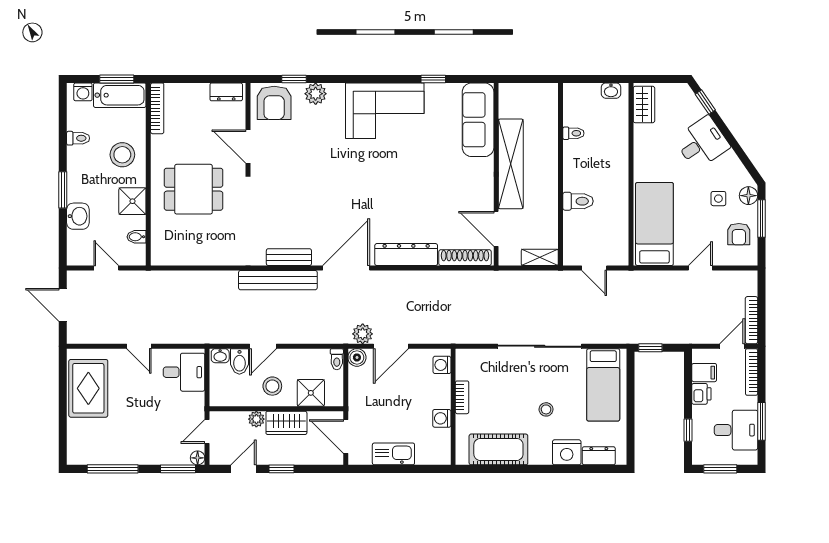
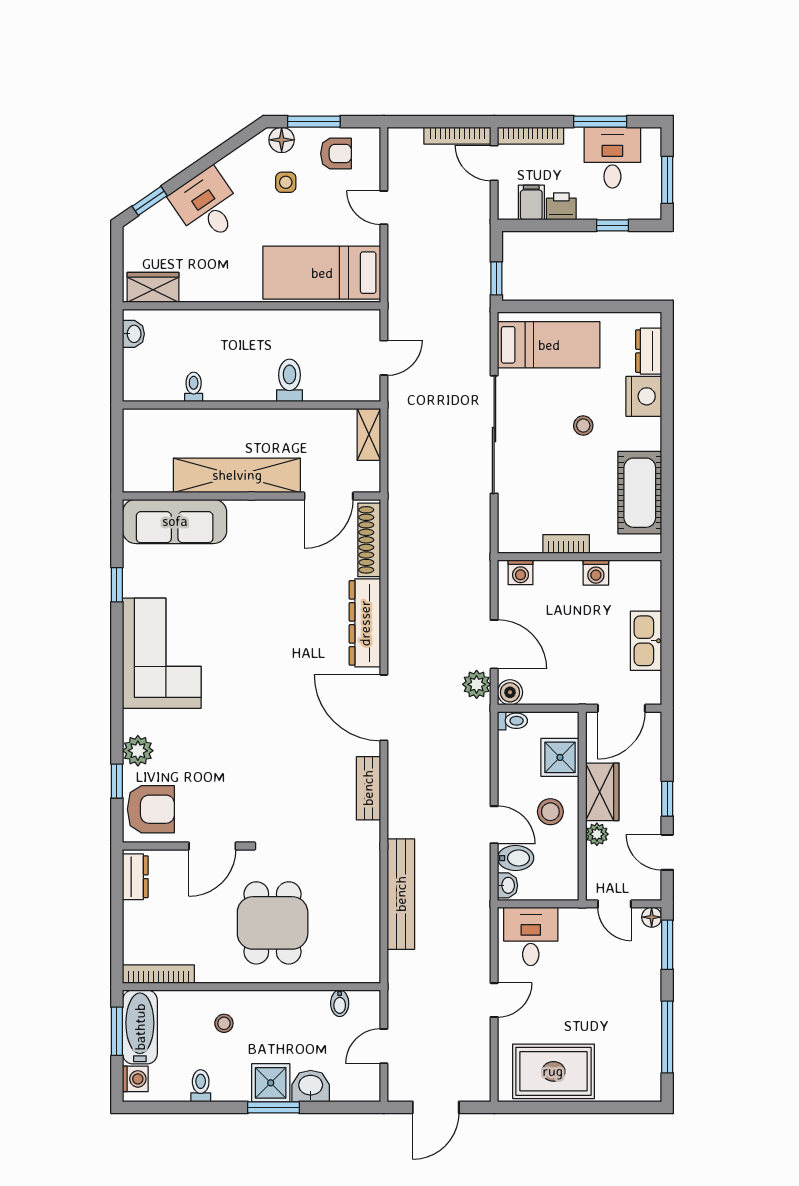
stool: (122, 155) -> (224, 1023), width x0.53, depth x0.53
shower: (132, 201) -> (271, 1083), moved
bench: (278, 280) -> (401, 894), moved

